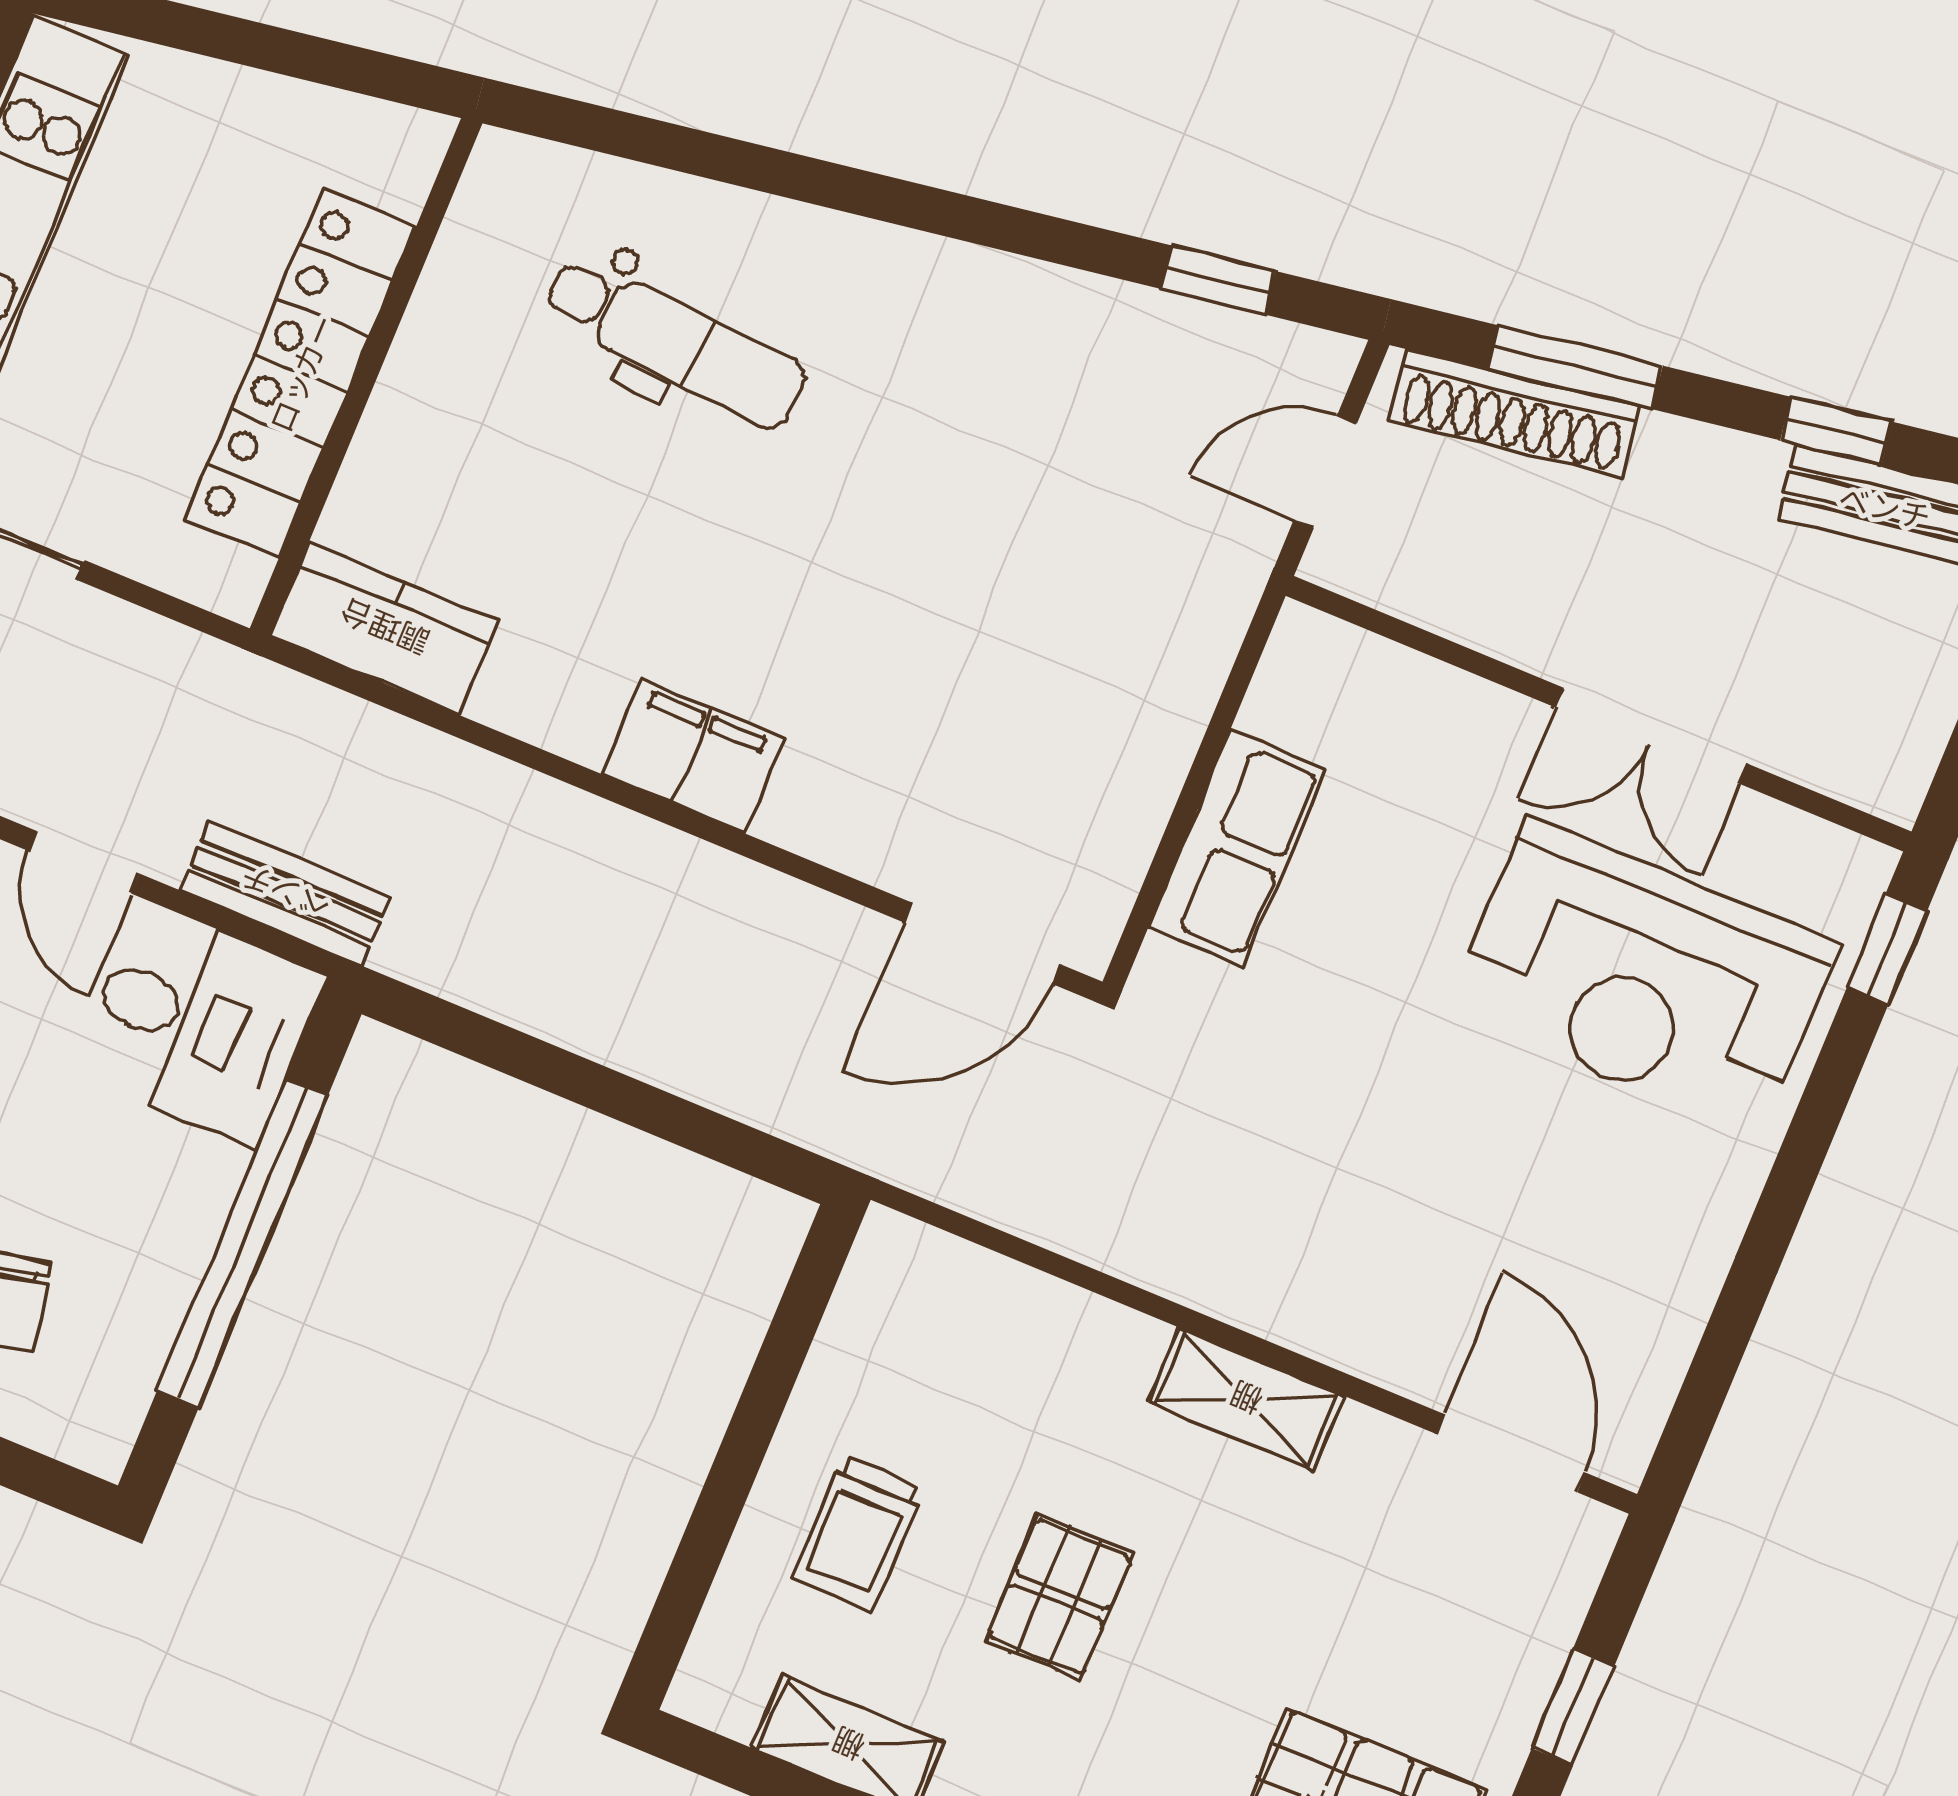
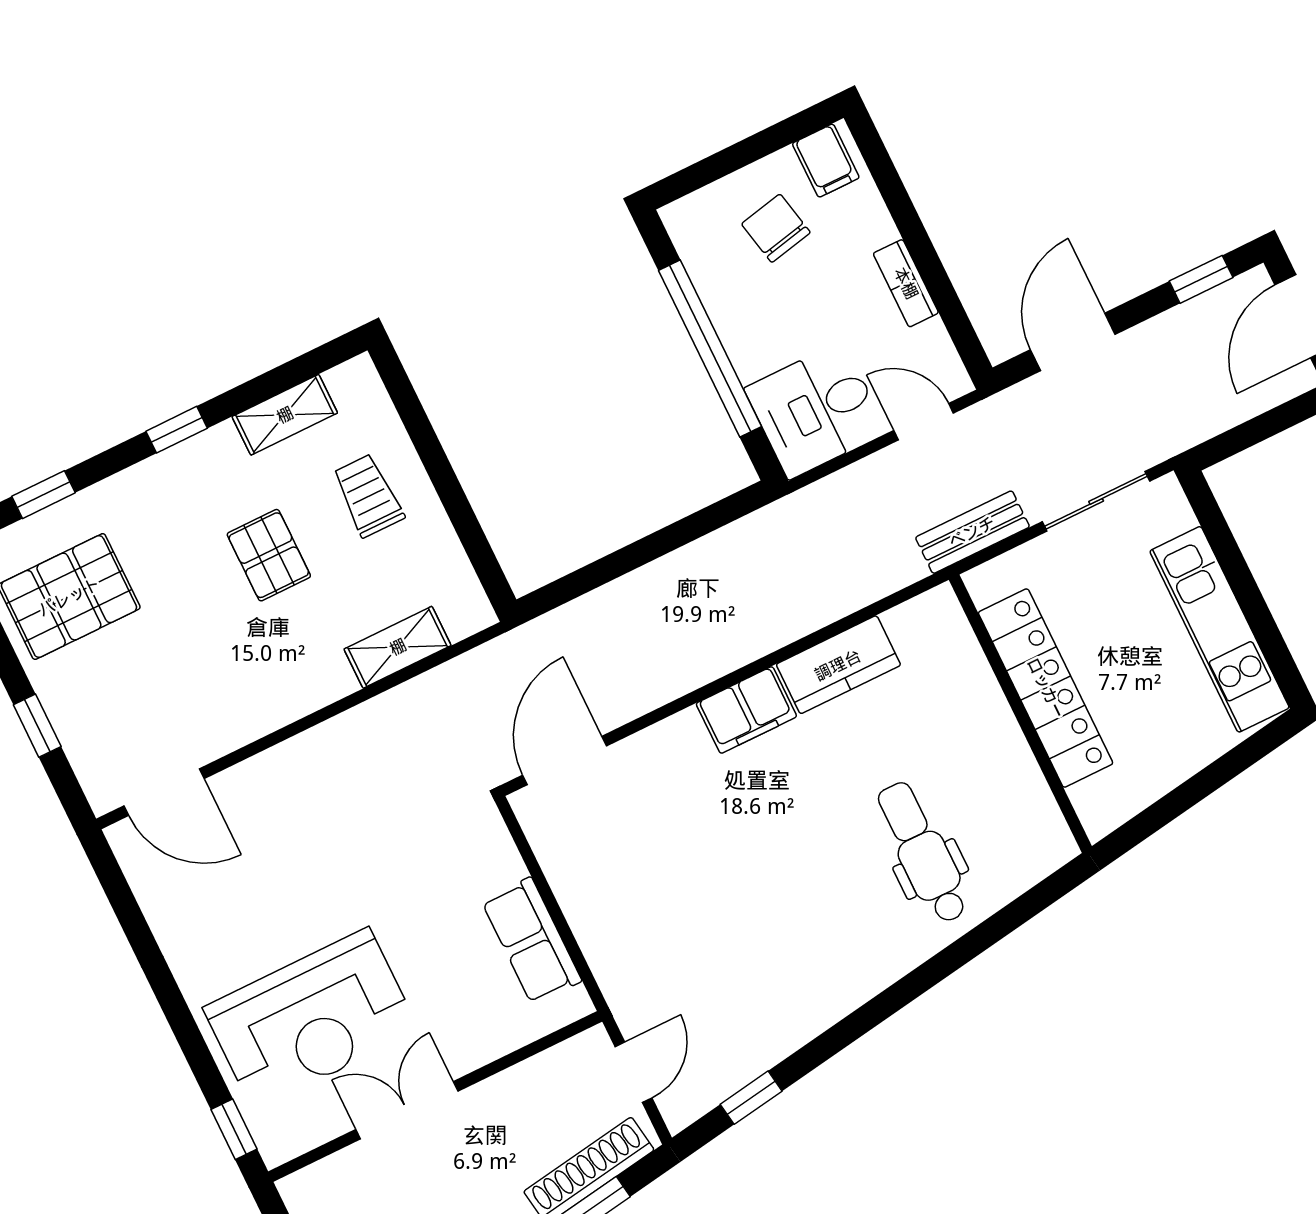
dental chair: (675, 342) -> (923, 853), turned 86
kitchen counter: (384, 628) -> (838, 665), moved
row of seats: (1237, 848) -> (532, 941), moved
bench: (285, 893) -> (972, 532), moved
reception desk: (1643, 977) -> (311, 1019), turned 180
shelving: (1246, 1399) -> (398, 647), moved

